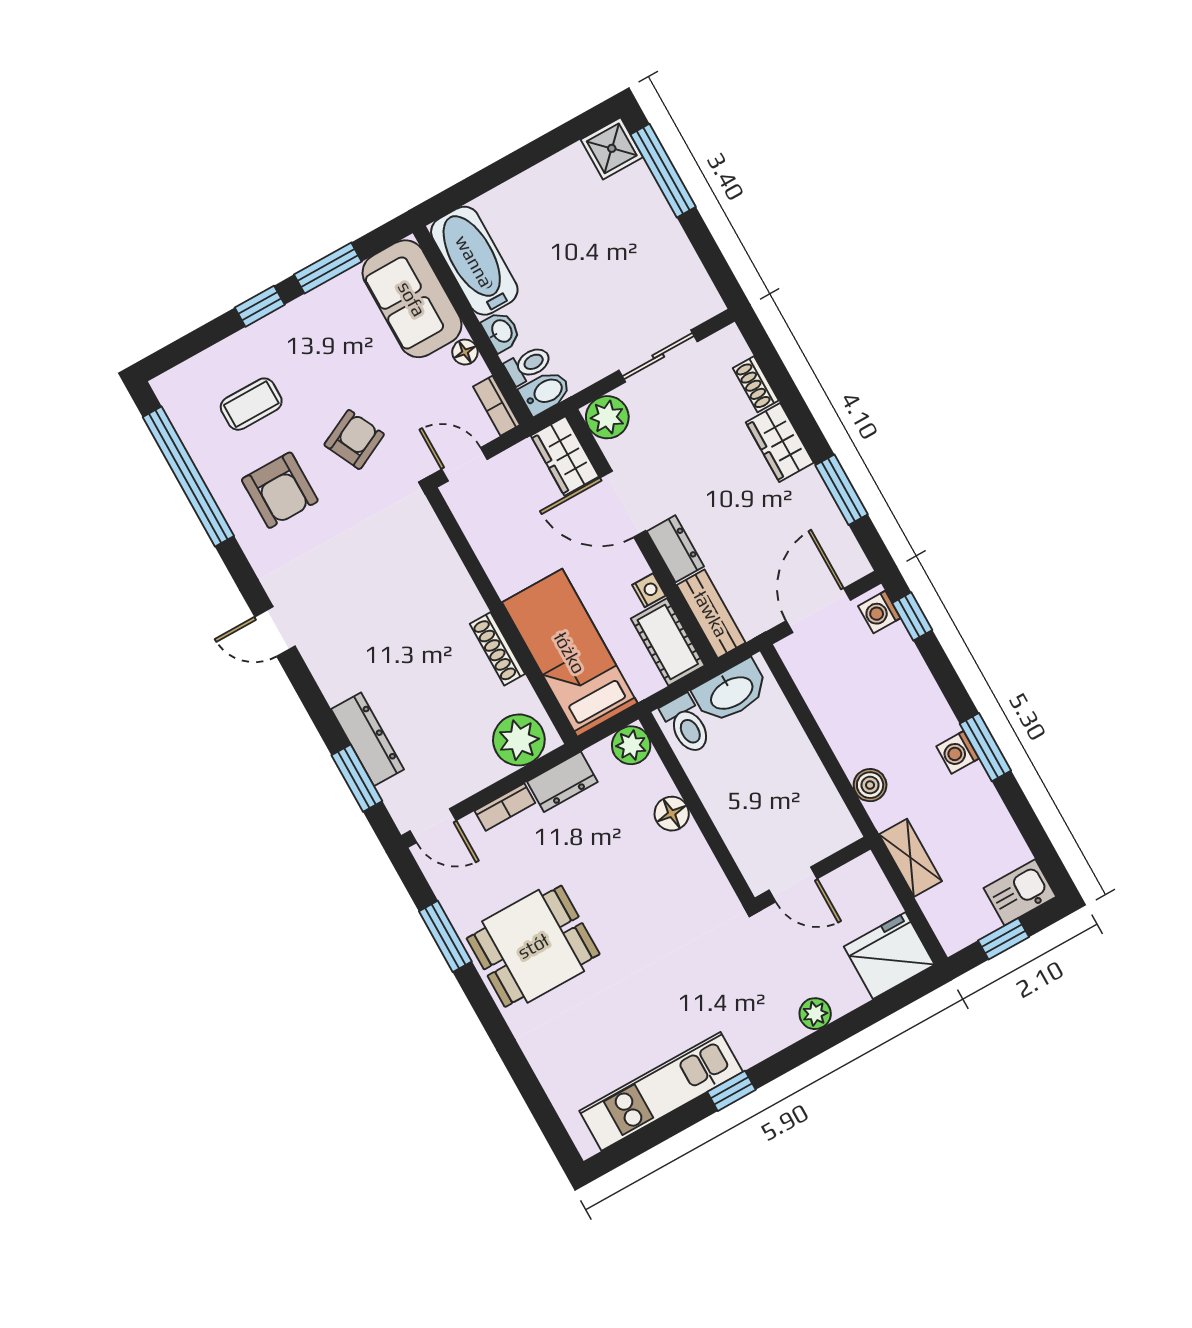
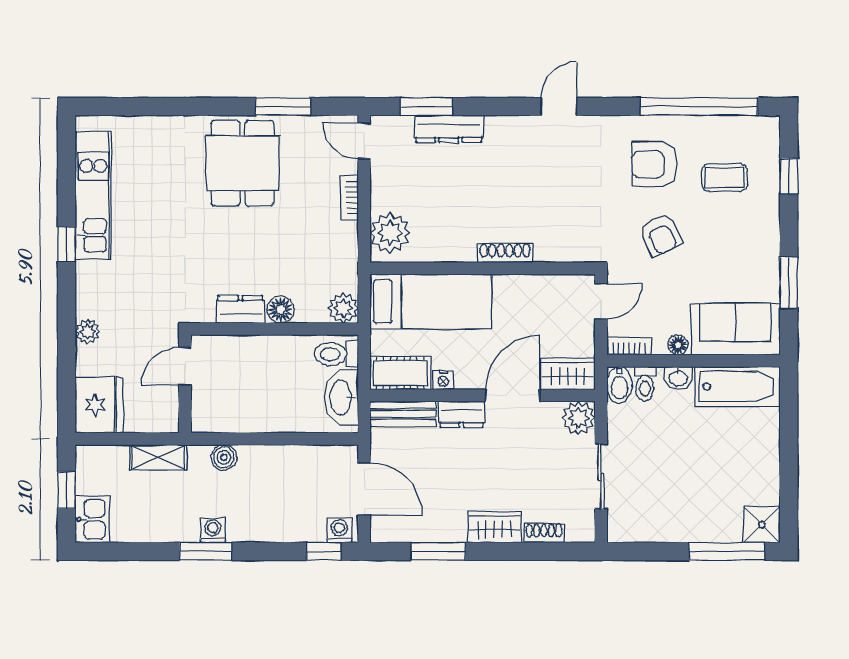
window: (260, 306) -> (789, 176), moved
coffee table: (251, 404) -> (725, 178), turned 90
shoe rack: (497, 649) -> (505, 253), moved
dresser: (562, 782) -> (240, 309), moved, turned 90
door: (433, 826) -> (364, 141), hinge flipped

